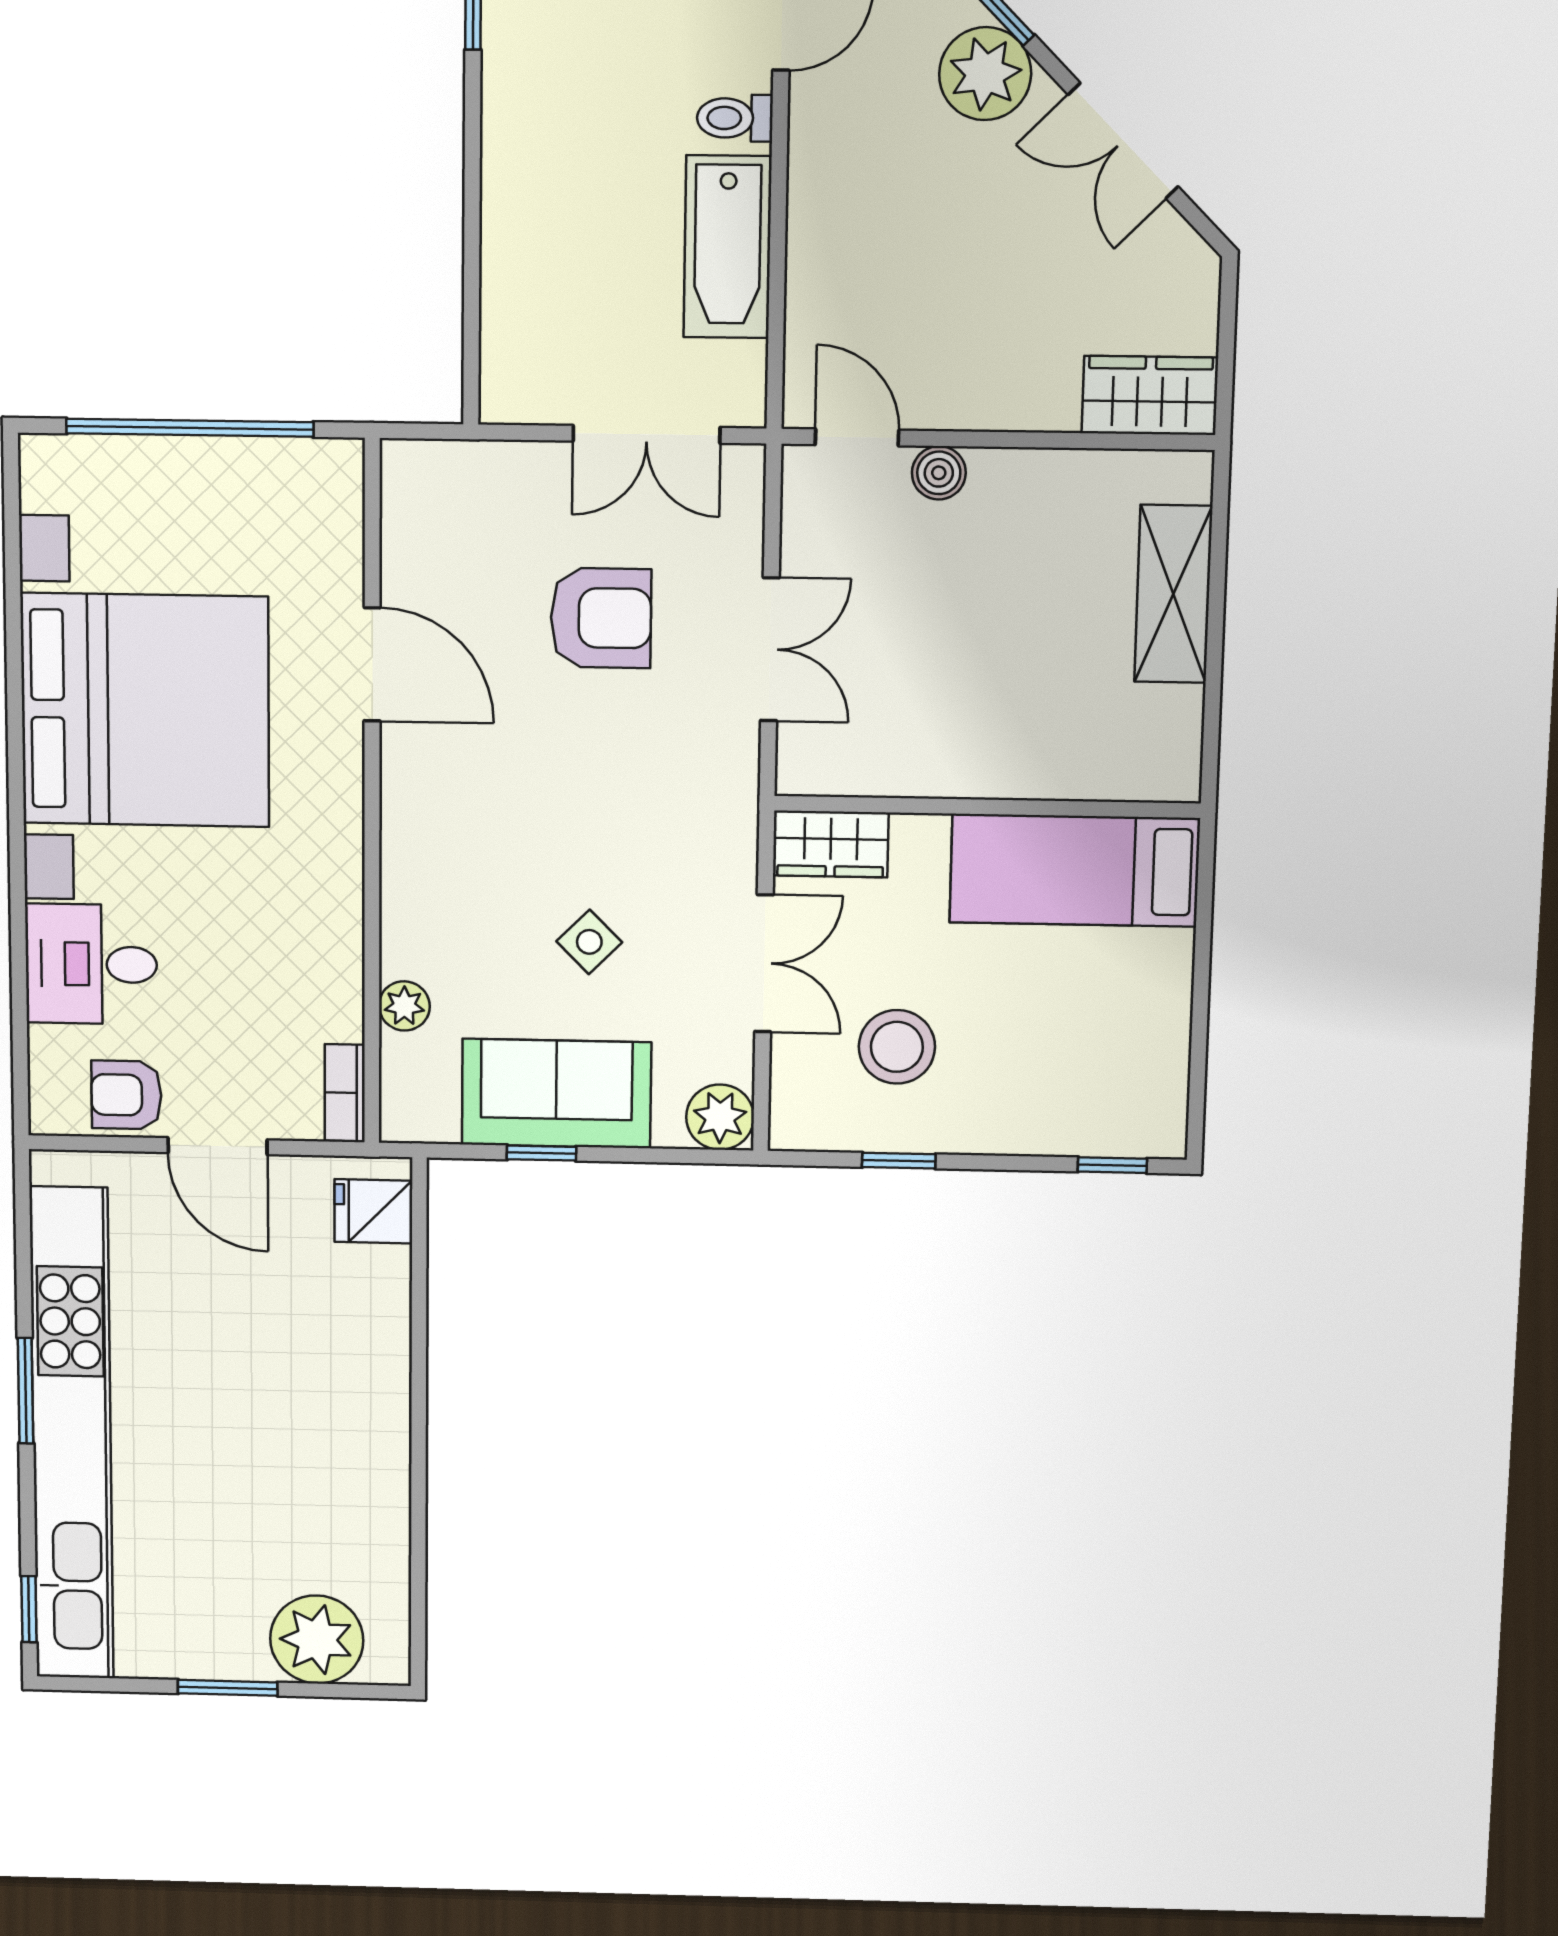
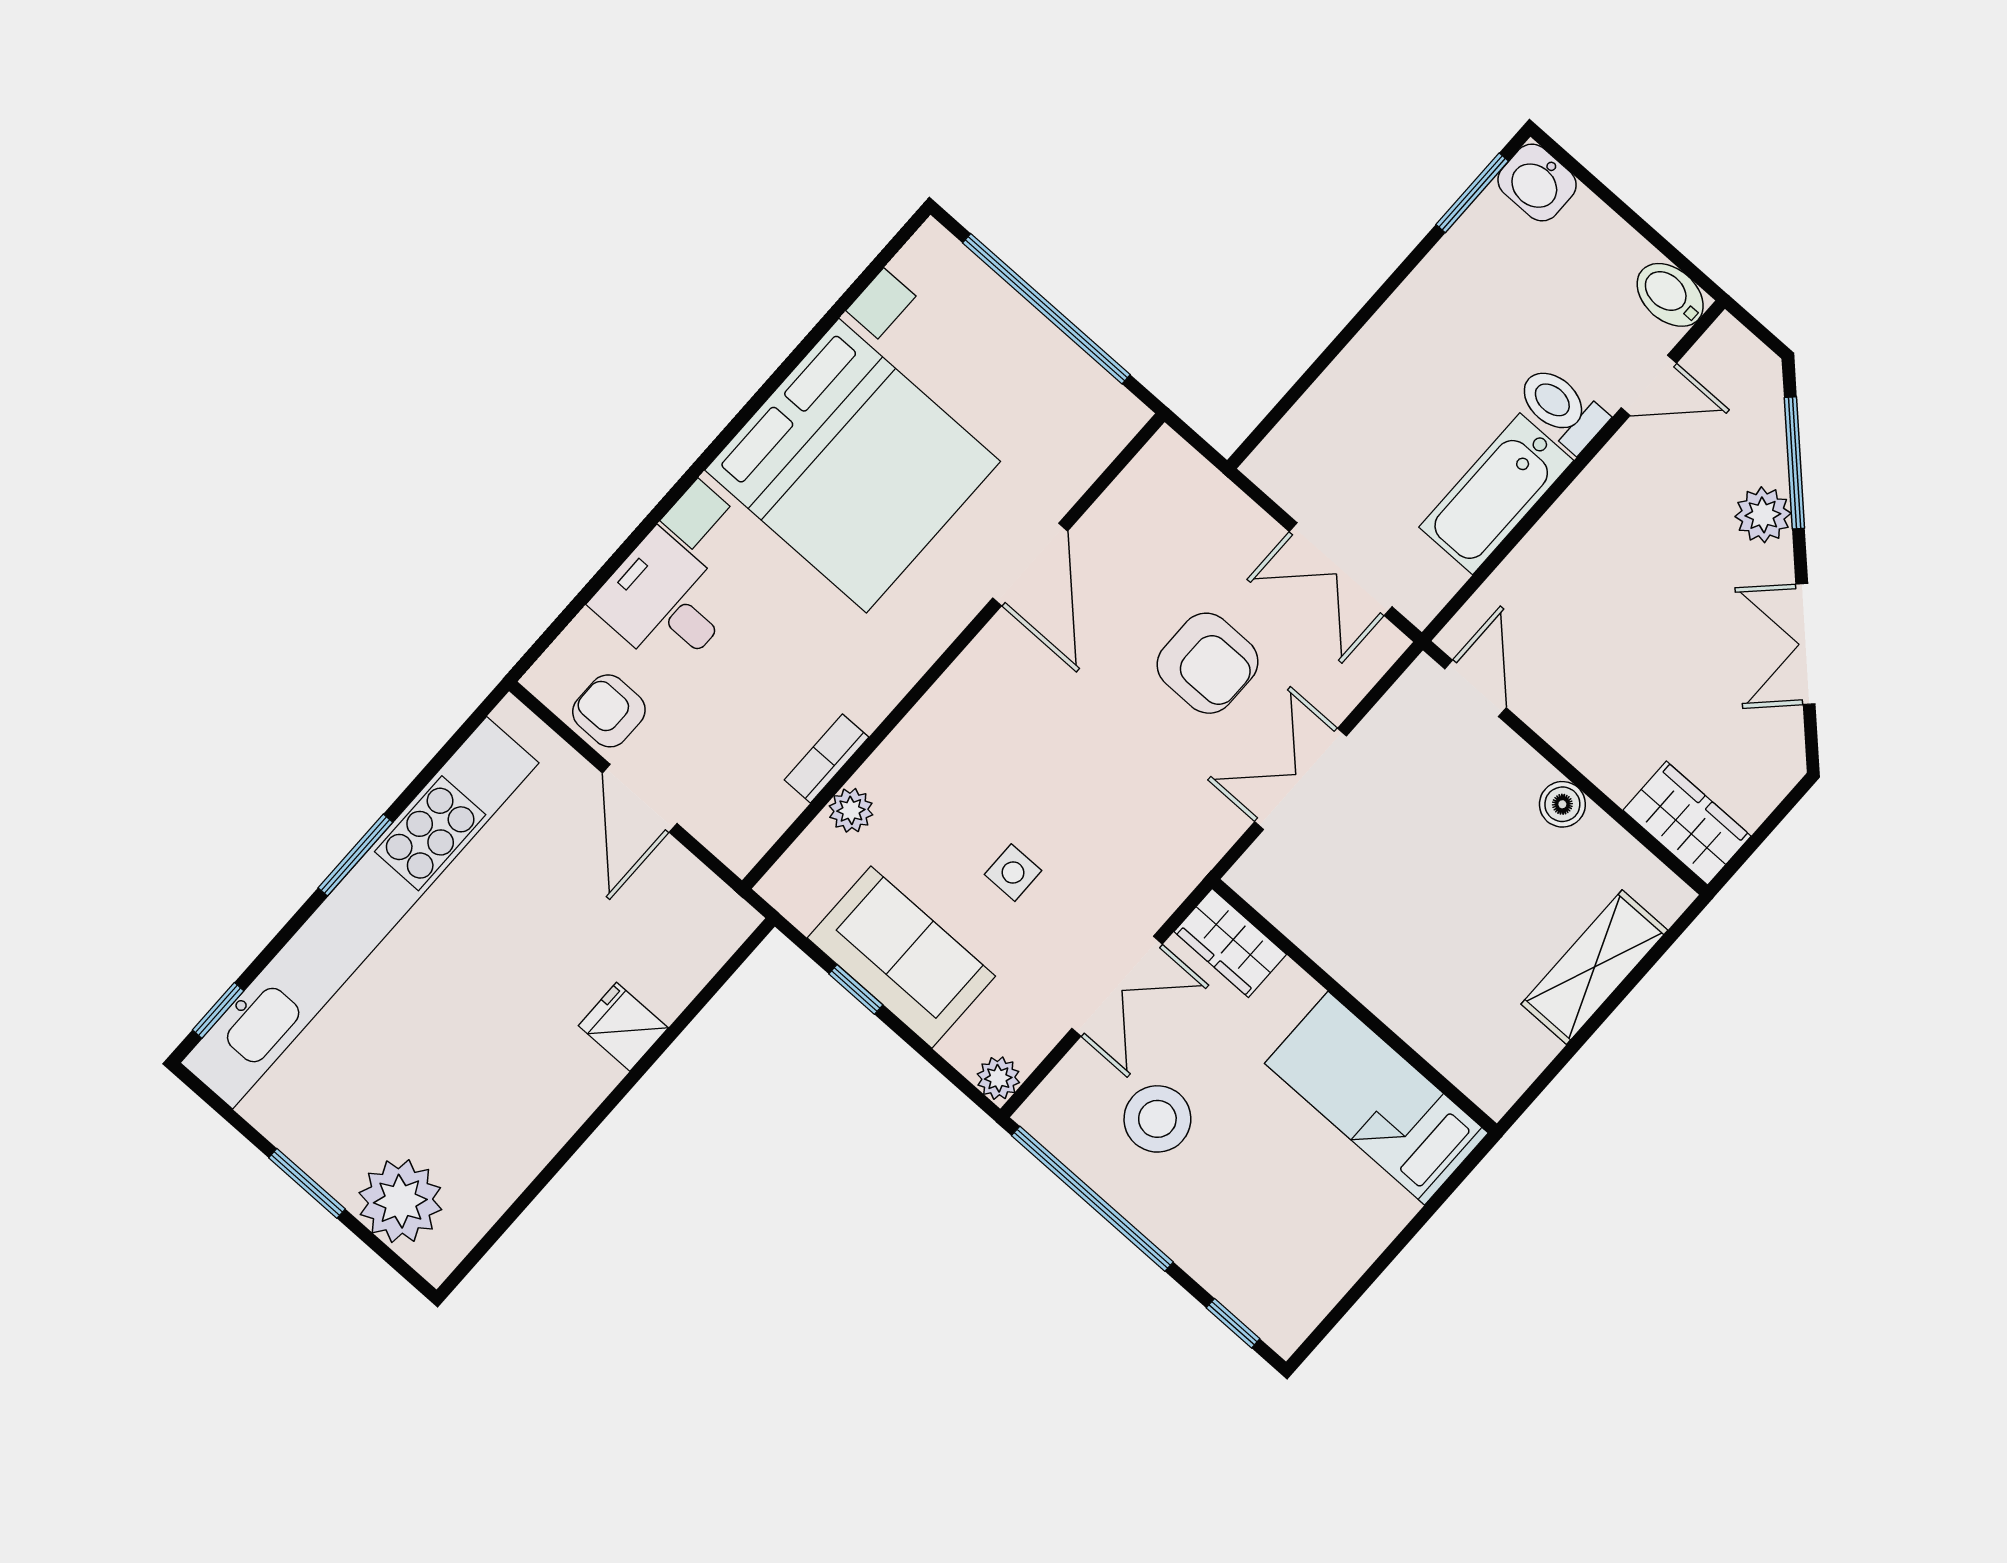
plant: (985, 74) -> (1763, 515), width x0.73, depth x0.73
toilet: (735, 118) -> (1562, 408), width x1.37, depth x1.39
boiler: (939, 473) -> (1562, 804), moved
double door: (770, 649) -> (1301, 779), swing flipped
side table: (589, 942) -> (1013, 873), turned 45
bookcase: (345, 1093) -> (826, 758), moved
plant: (720, 1117) -> (998, 1078), width x0.73, depth x0.73
window: (899, 1161) -> (1092, 1199), width x3.17
fridge: (373, 1211) -> (623, 1027), moved

